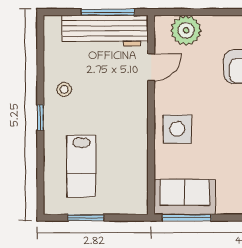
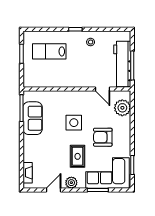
side table: (177, 129) -> (74, 123), moved
sofa: (185, 197) -> (33, 118), moved

